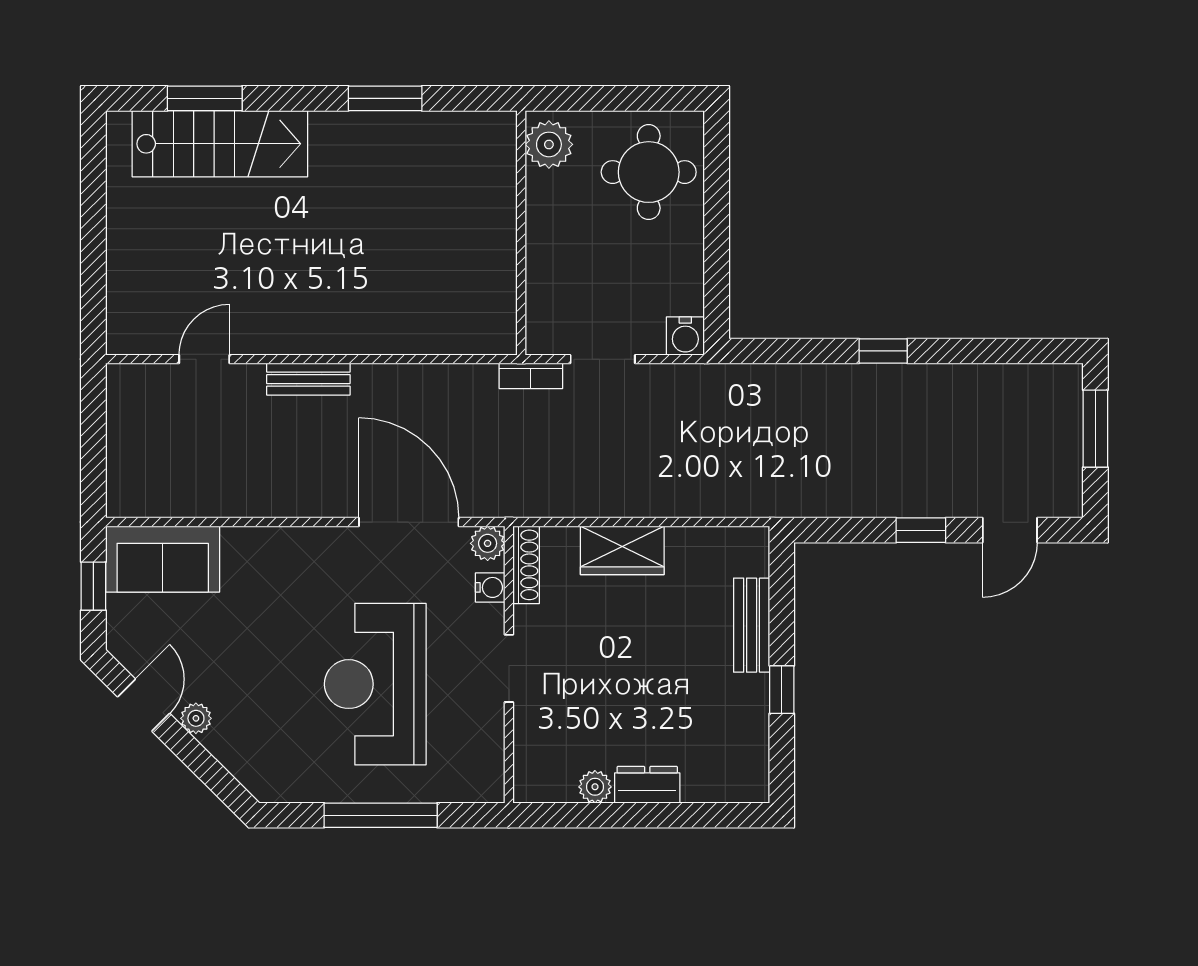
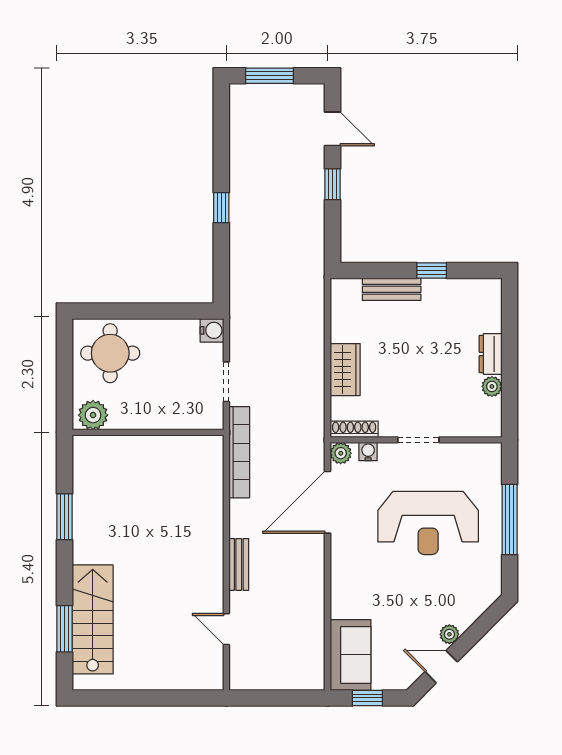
bookcase: (531, 376) -> (239, 452), width x2.31, depth x1.31

